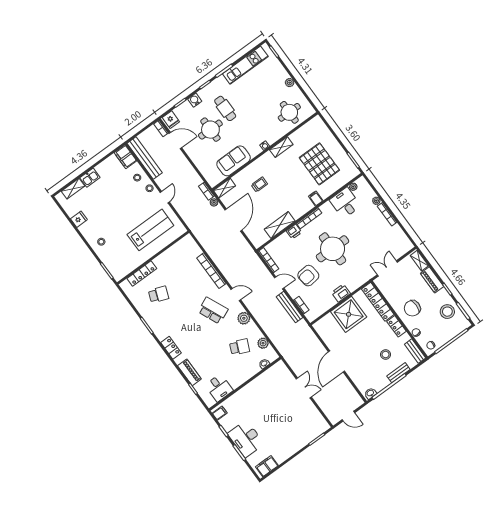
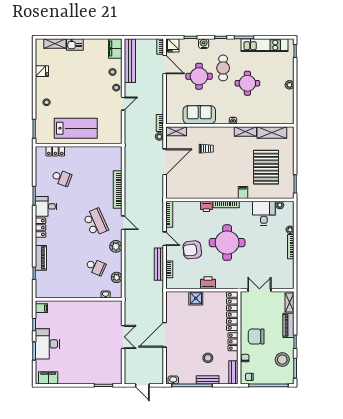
round table: (289, 112) -> (247, 83), moved
shelving: (280, 225) -> (272, 132), moved
lab bench: (150, 230) -> (76, 128), moved
locker: (142, 273) -> (55, 151), width x0.66
shower: (349, 314) -> (196, 298), width x0.54, depth x0.54
desk: (219, 388) -> (46, 206), moved, turned 90

